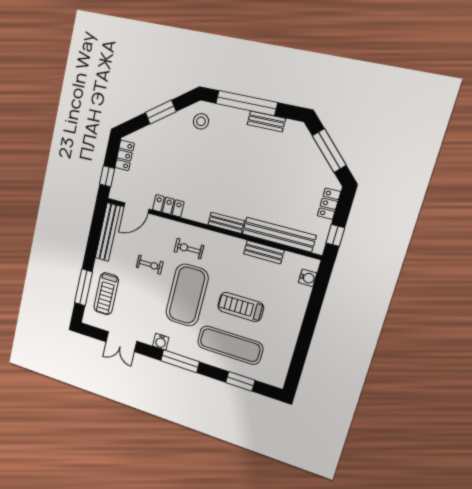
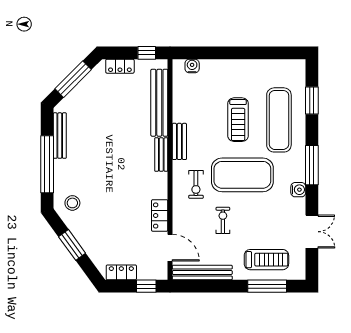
bench: (266, 122) -> (60, 136), width x1.36
bench: (264, 252) -> (179, 141), moved

